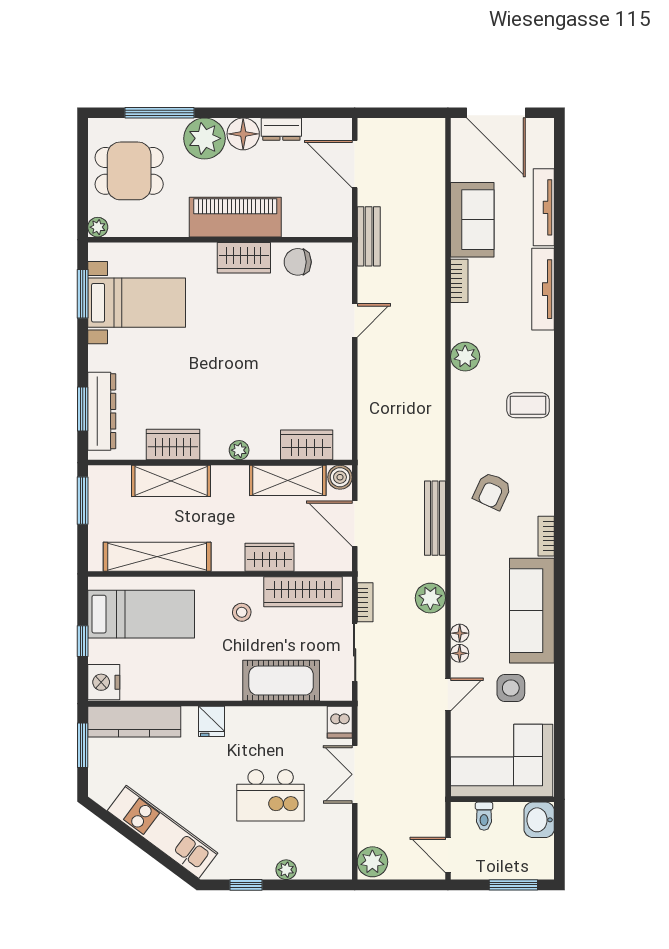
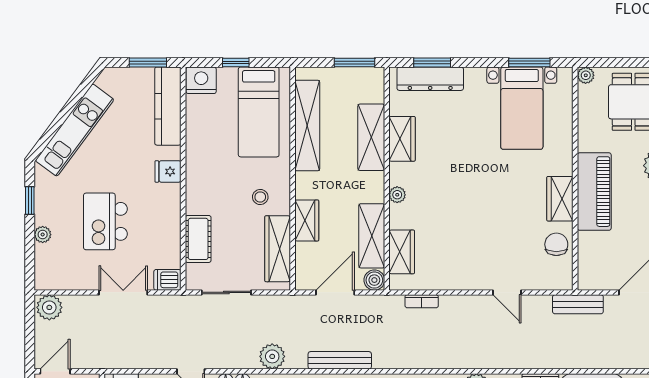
bookcase: (365, 602) -> (422, 301), moved
cot: (281, 681) -> (198, 239), width x0.73, depth x0.75

